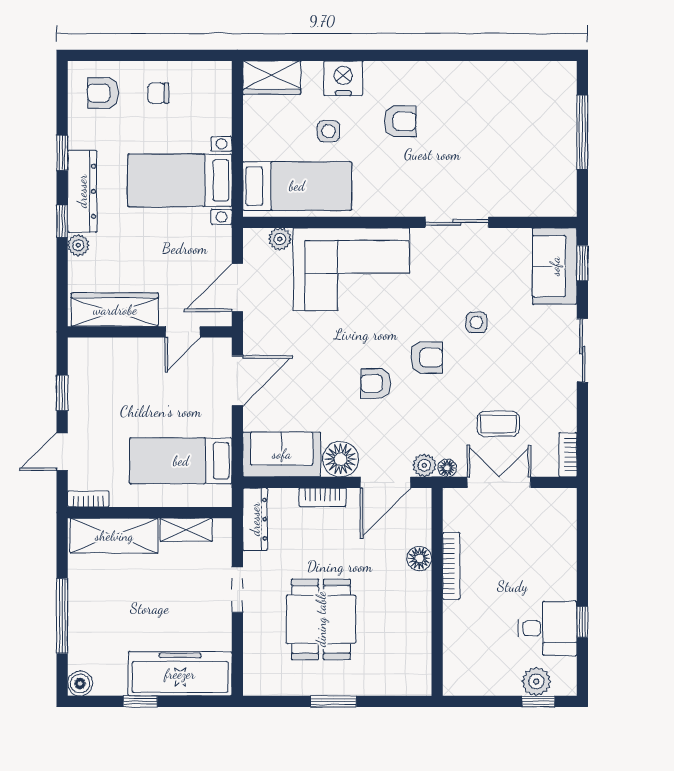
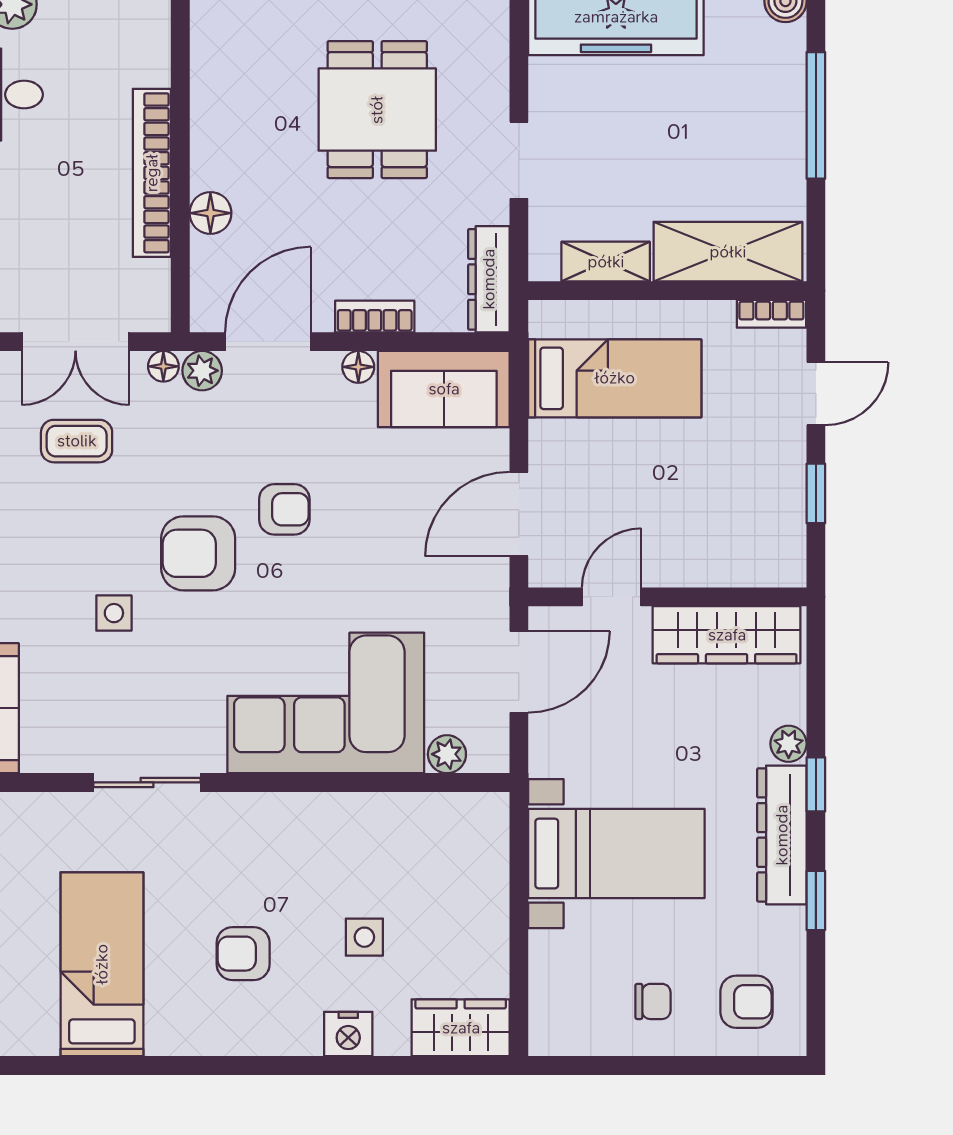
nightstand: (343, 78) -> (348, 1034), width x0.74, depth x0.75
bed: (297, 186) -> (102, 964), moved, turned 90
armchair: (427, 358) -> (198, 553), width x1.38, depth x1.38
floor lamp: (341, 459) -> (358, 367), width x0.53, depth x0.53
bookcase: (451, 566) -> (152, 173), width x1.48, depth x1.31

